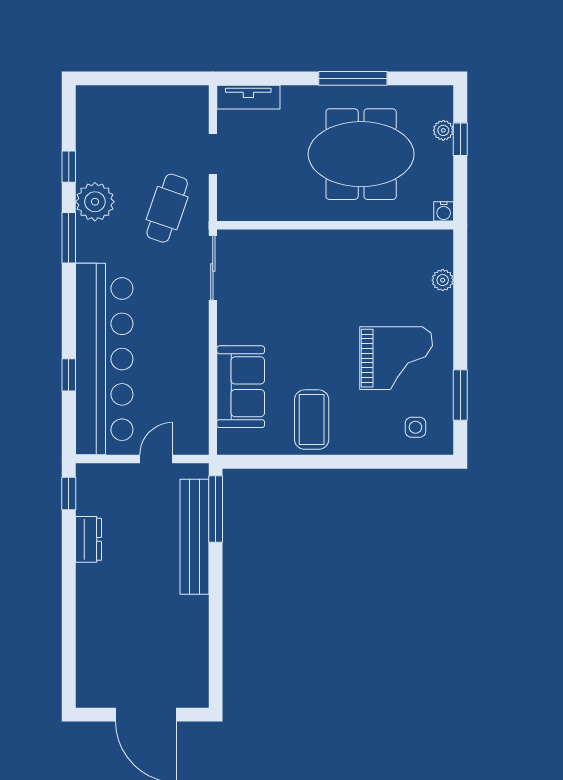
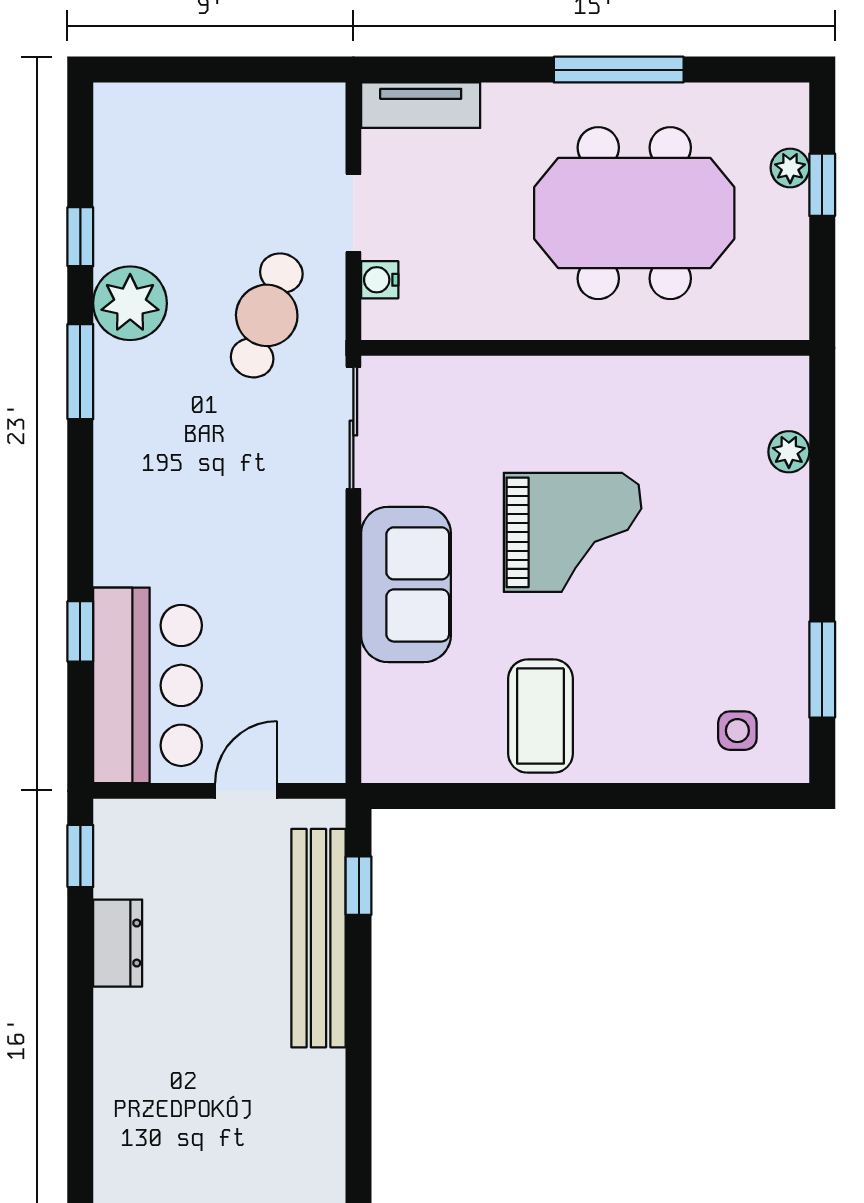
water cooler: (444, 211) -> (380, 280), moved, turned 90
grand piano: (396, 358) -> (573, 532), moved
bar counter: (104, 359) -> (148, 685), width x0.54
sofa: (241, 387) -> (406, 584), moved
window: (216, 509) -> (359, 886), width x0.46

